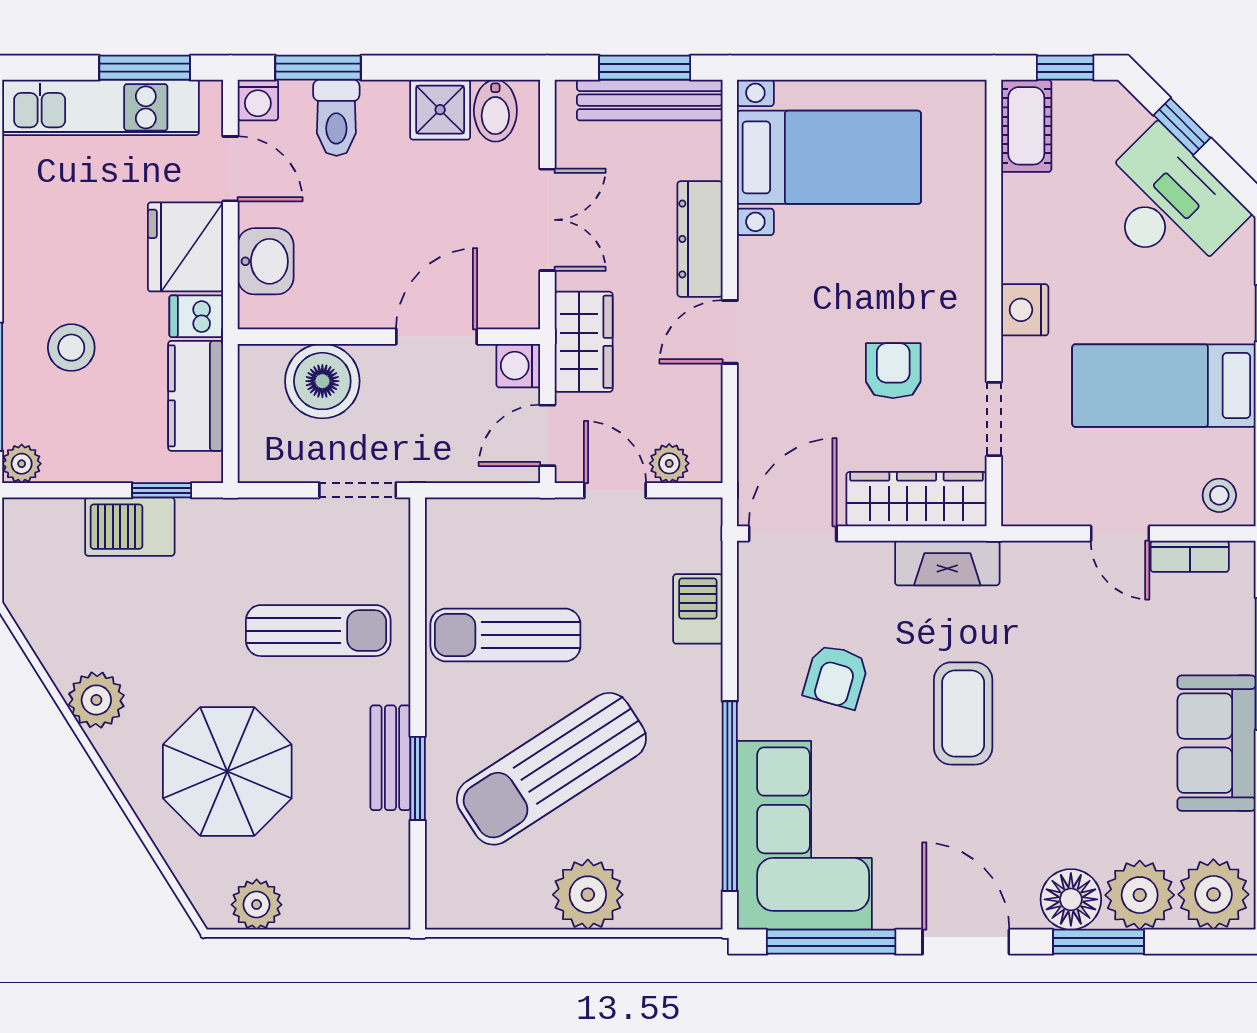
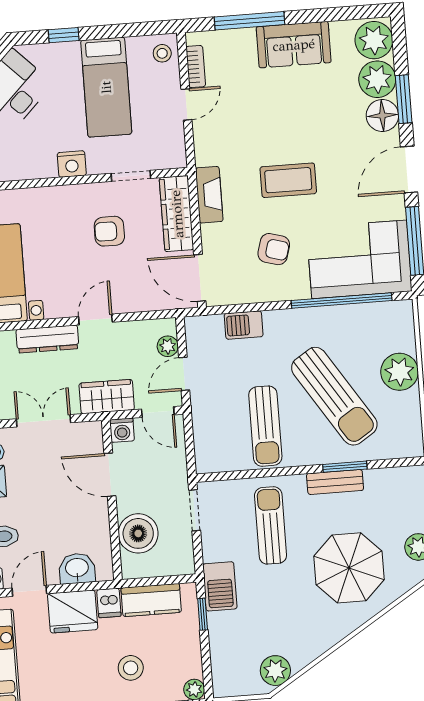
door: (730, 332) -> (95, 319), swing flipped
barbecue: (130, 527) -> (220, 586), moved
plant: (96, 700) -> (275, 671), moved

